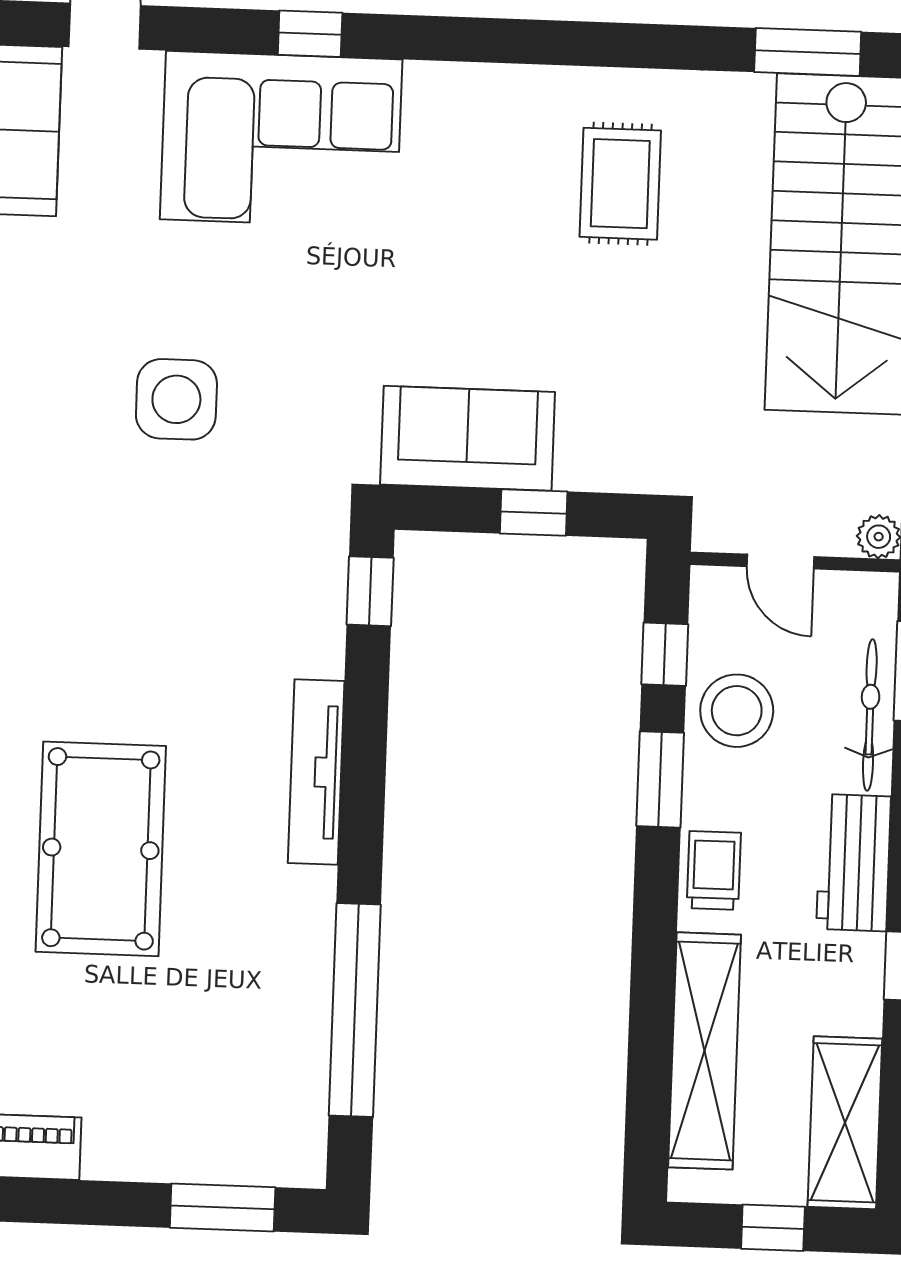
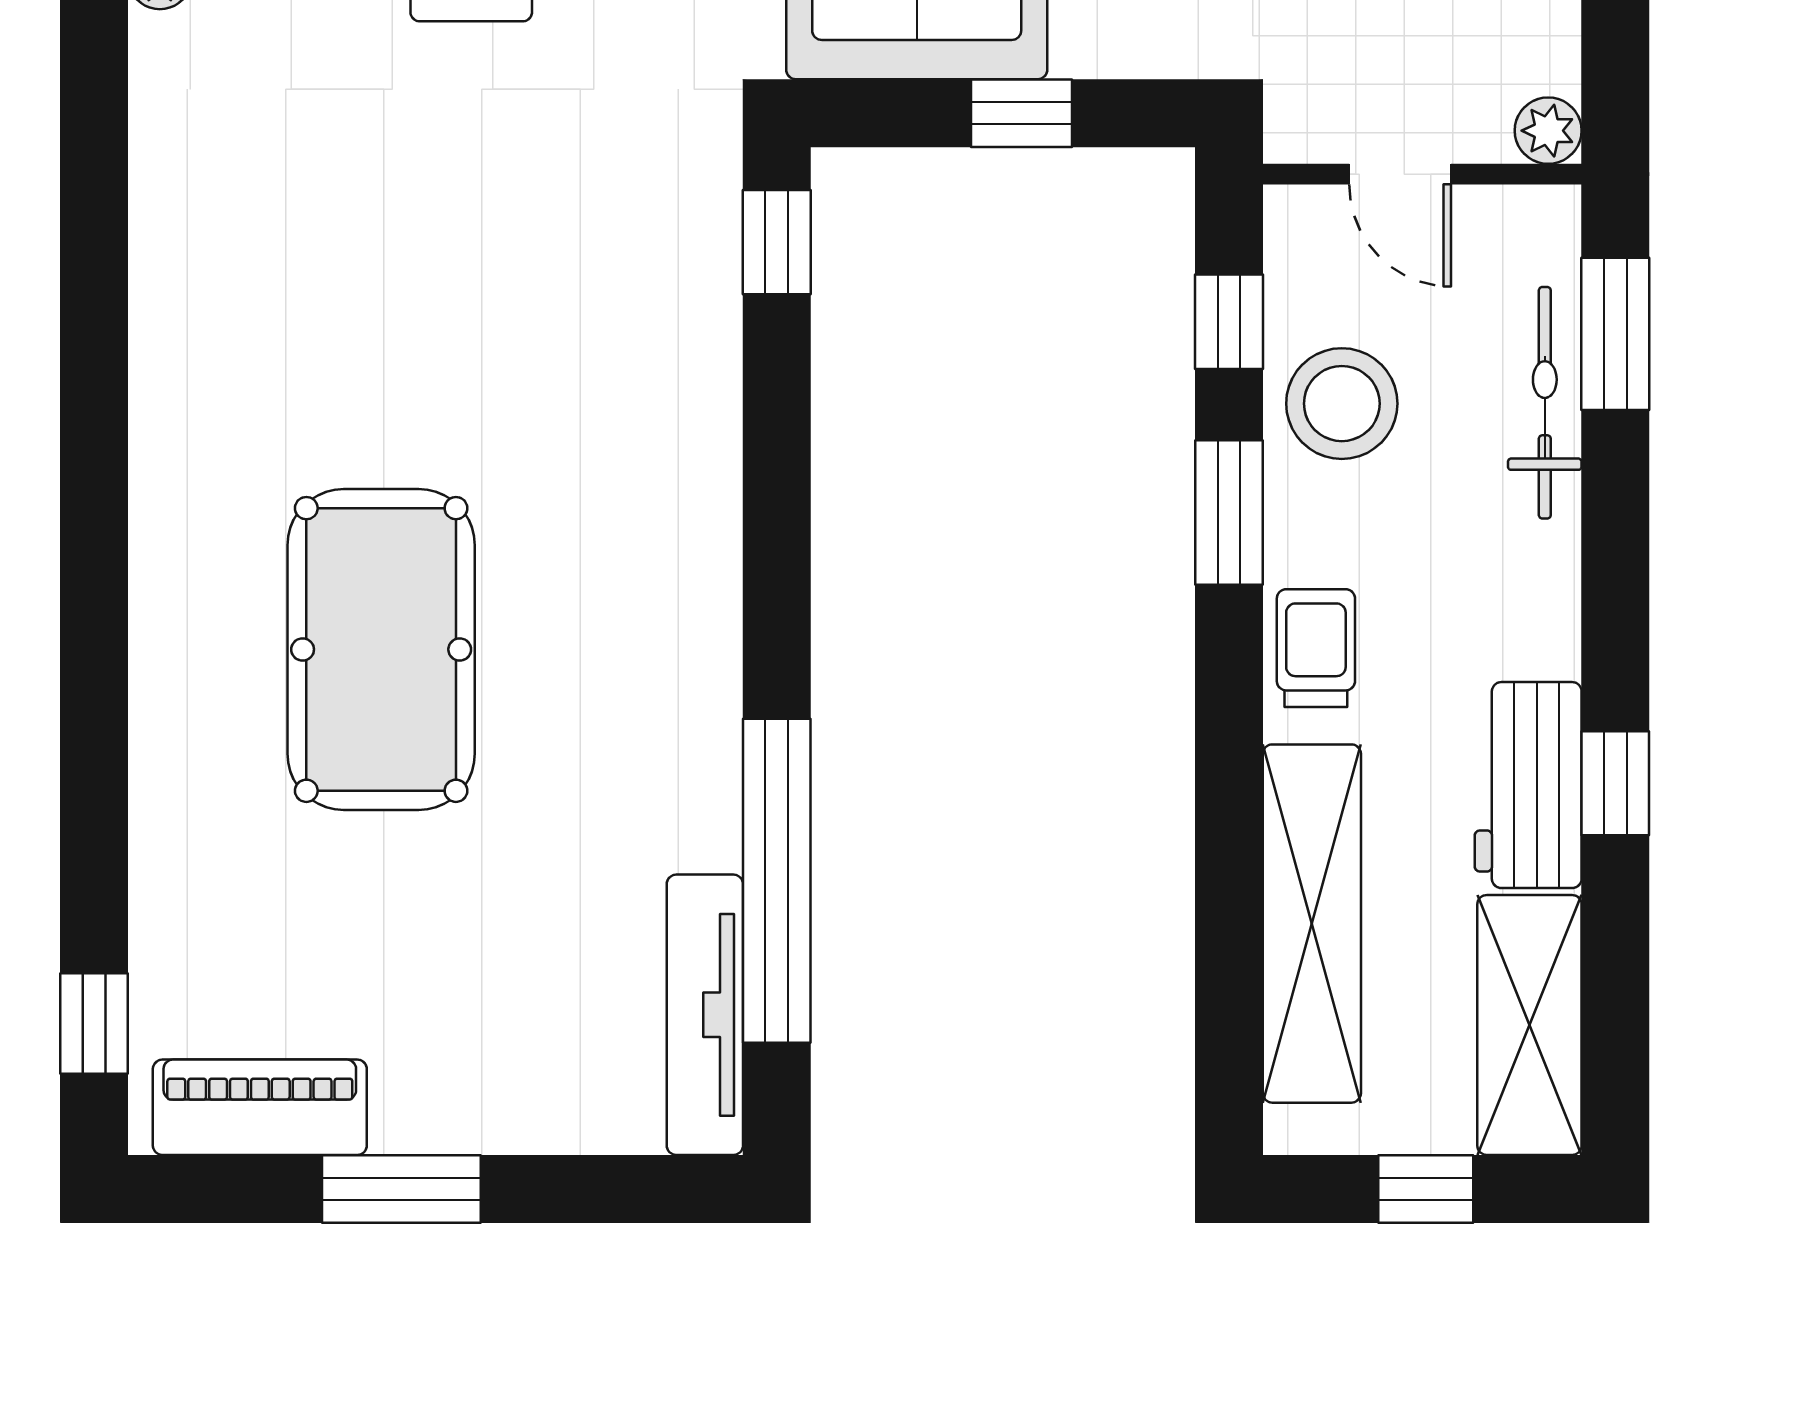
tv unit: (316, 772) -> (705, 1015), moved
workbench: (854, 863) -> (1528, 785), moved
window: (223, 1208) -> (401, 1189), moved

